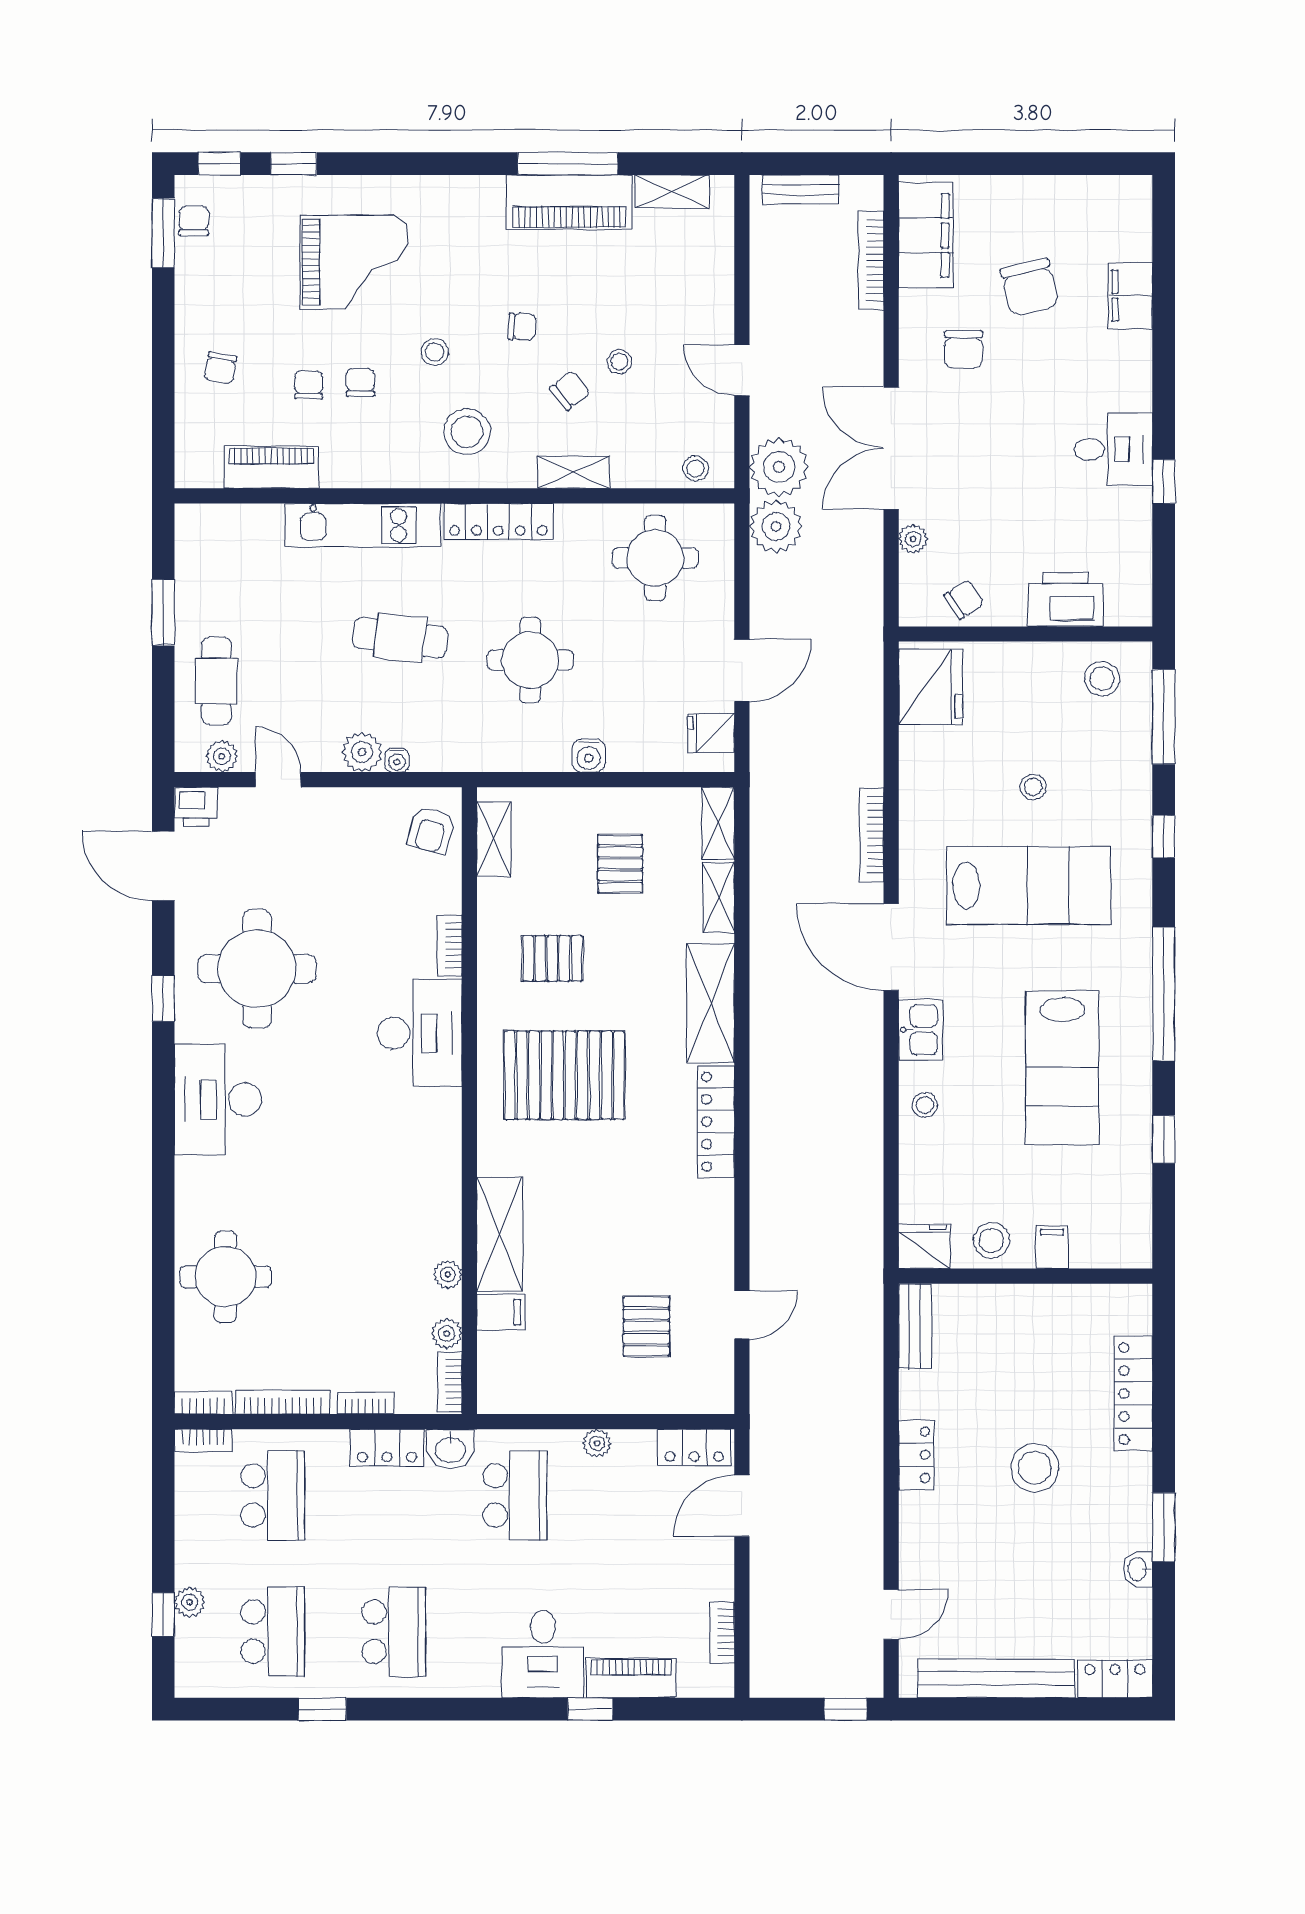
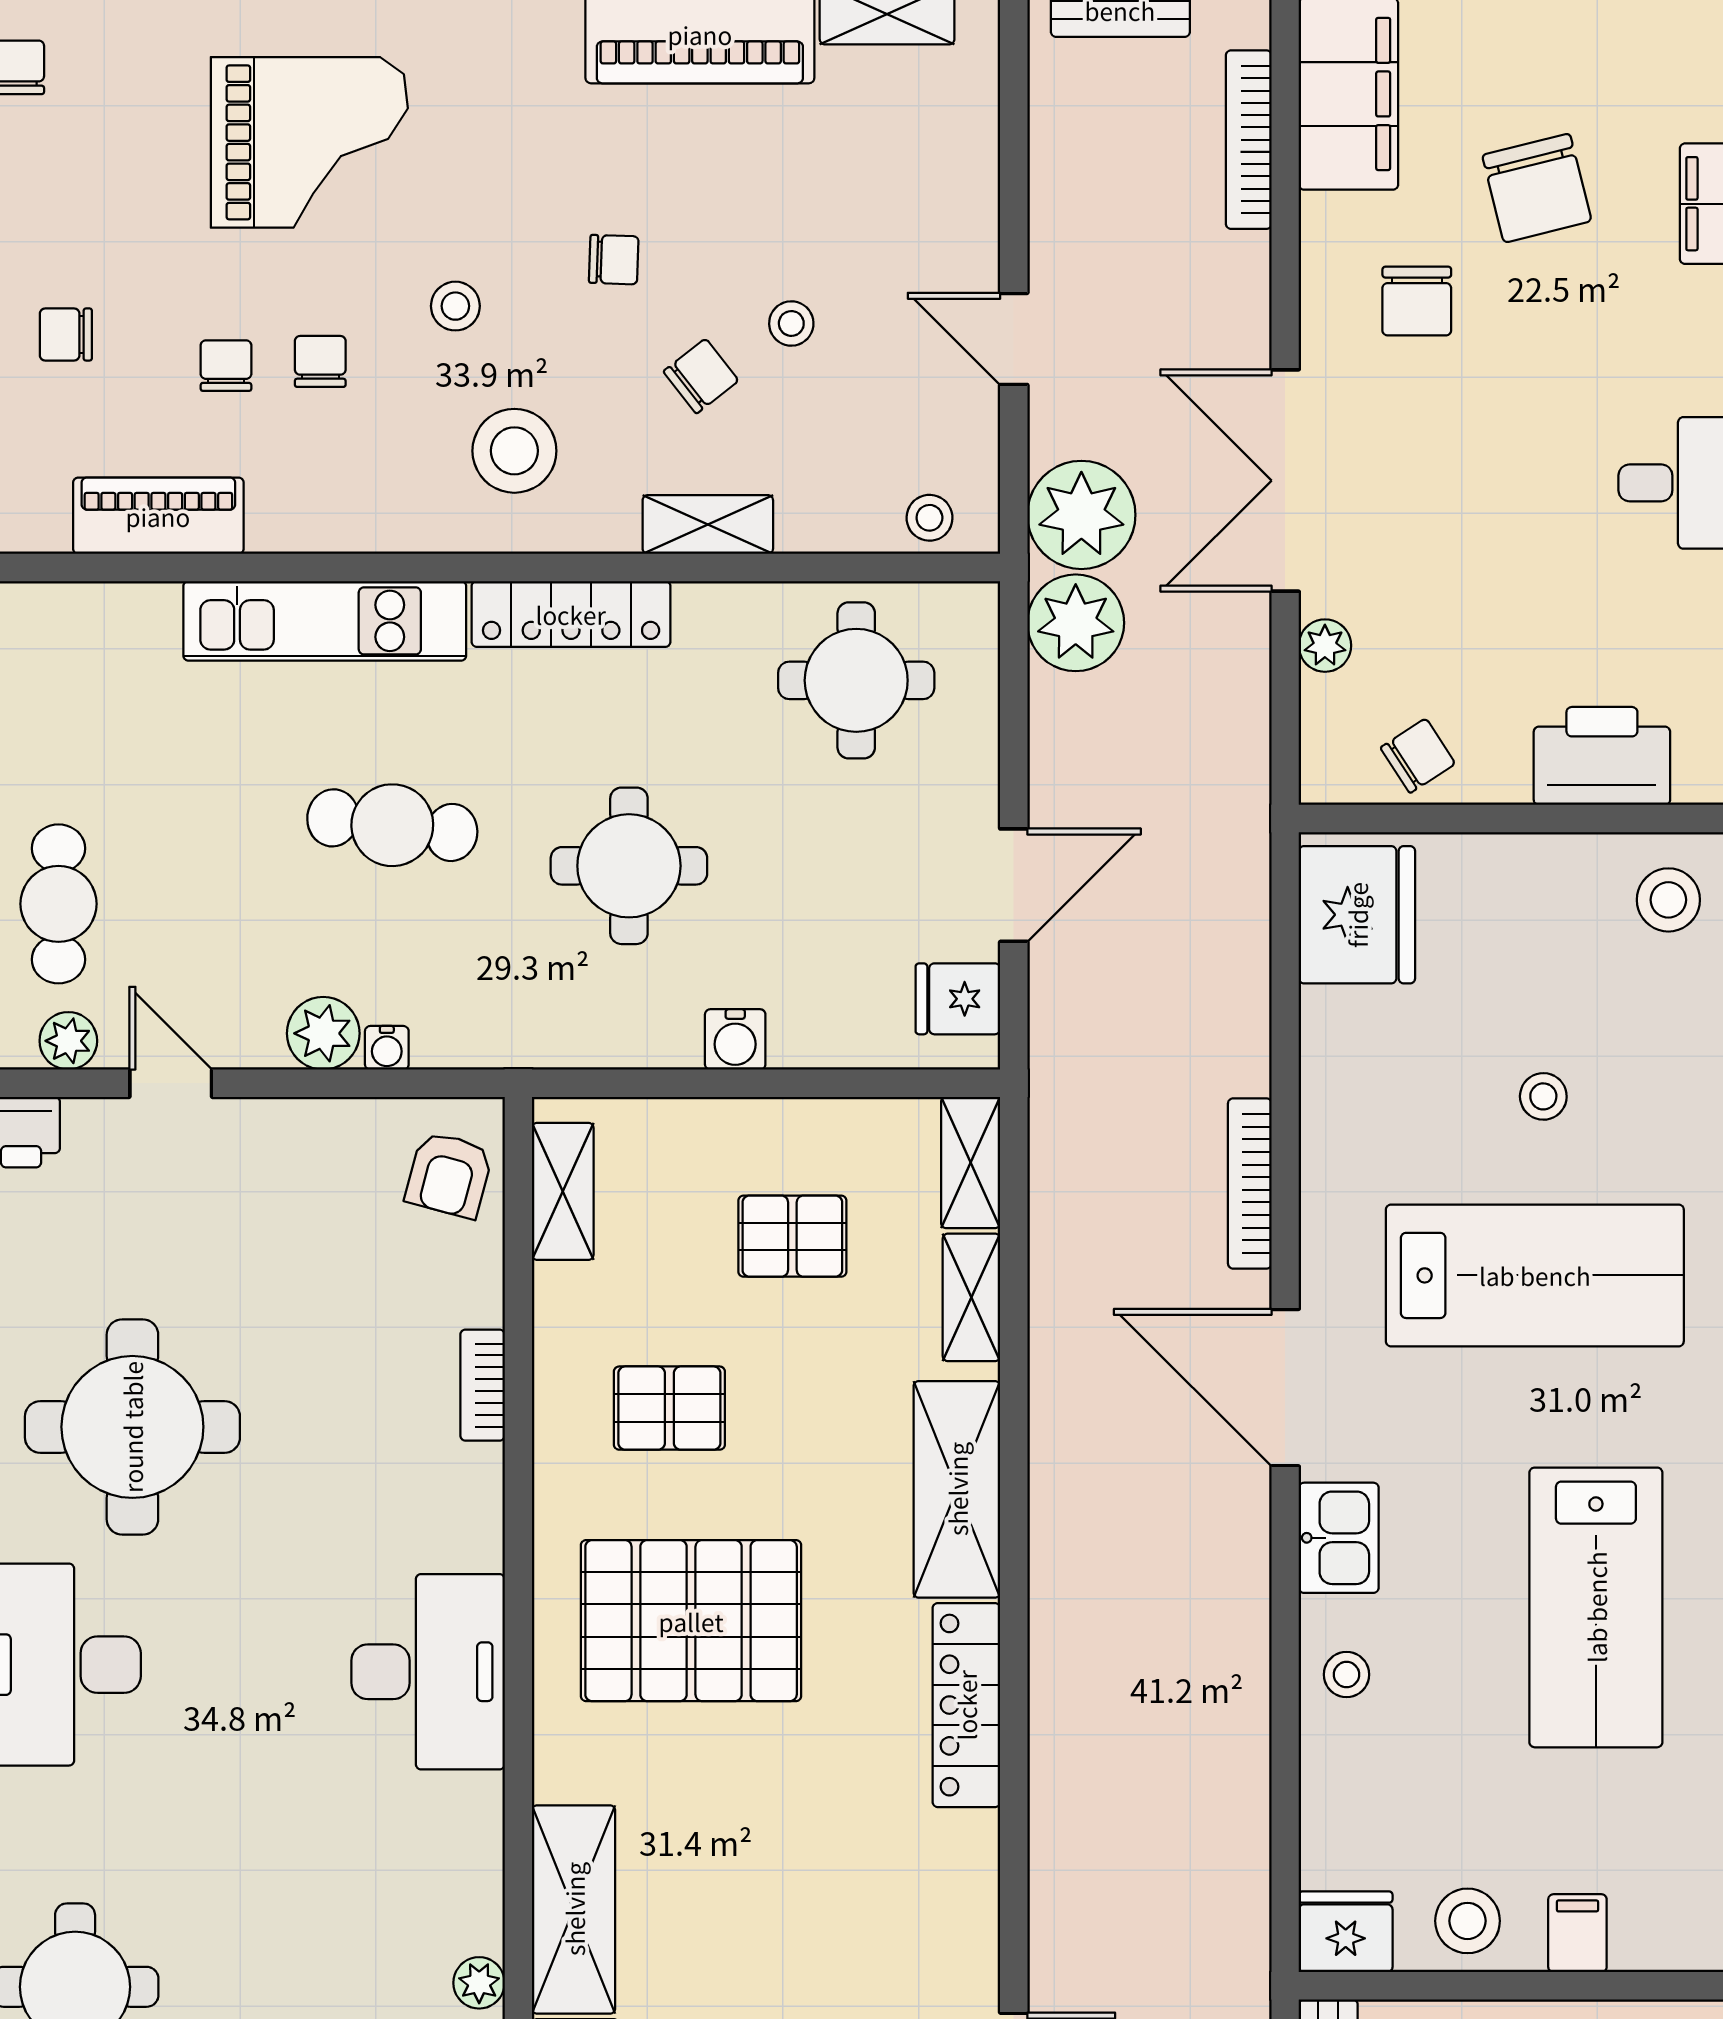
chair: (220, 368) -> (66, 334), turned 79
pallet: (620, 864) -> (792, 1236), turned 90
desk: (420, 1033) -> (428, 1672), moved

